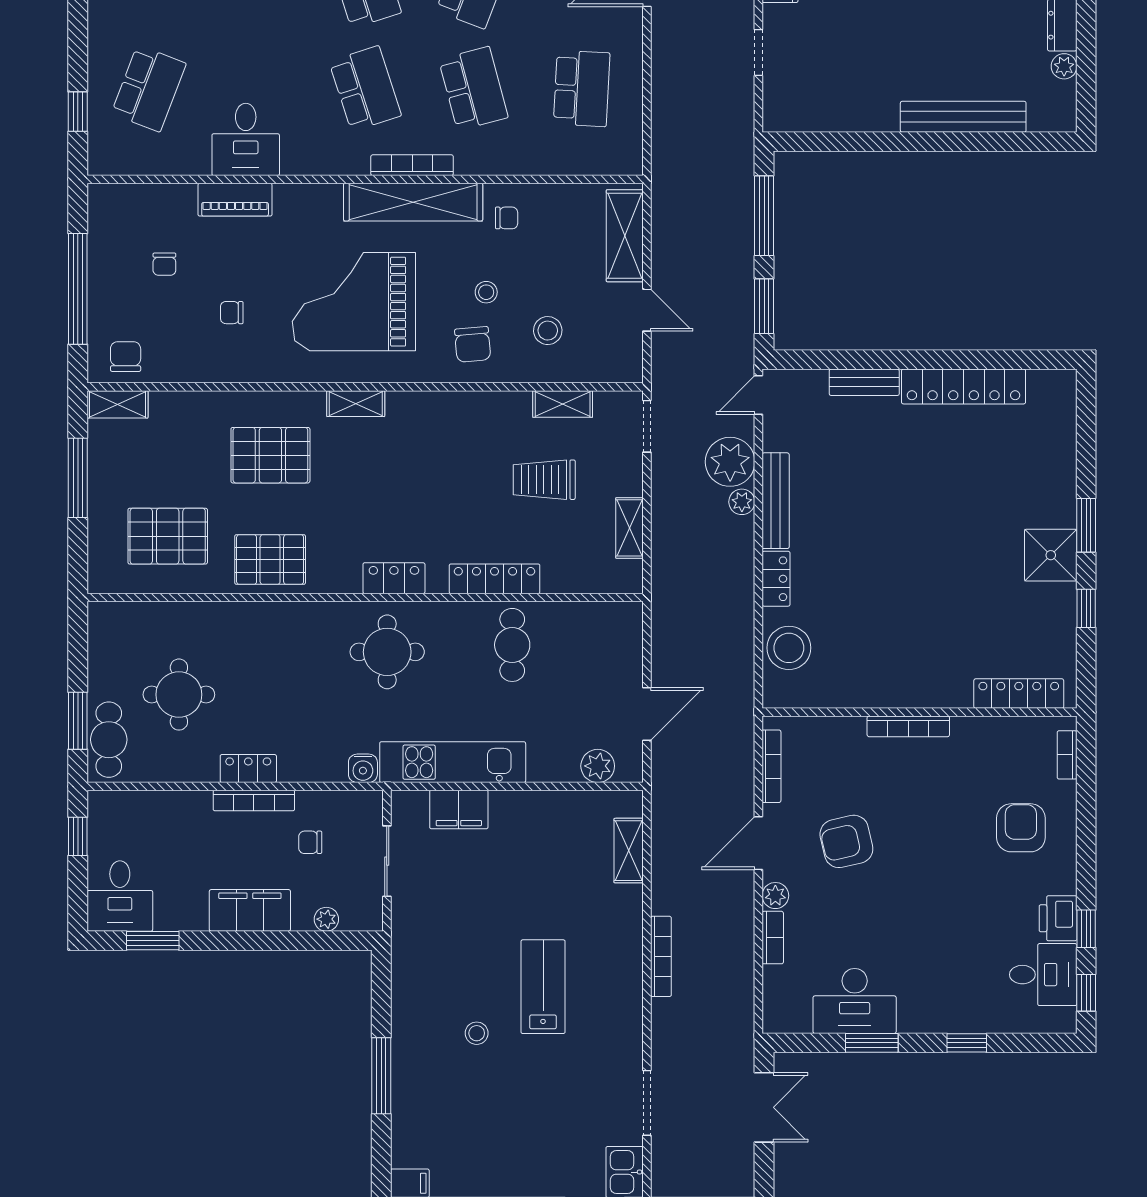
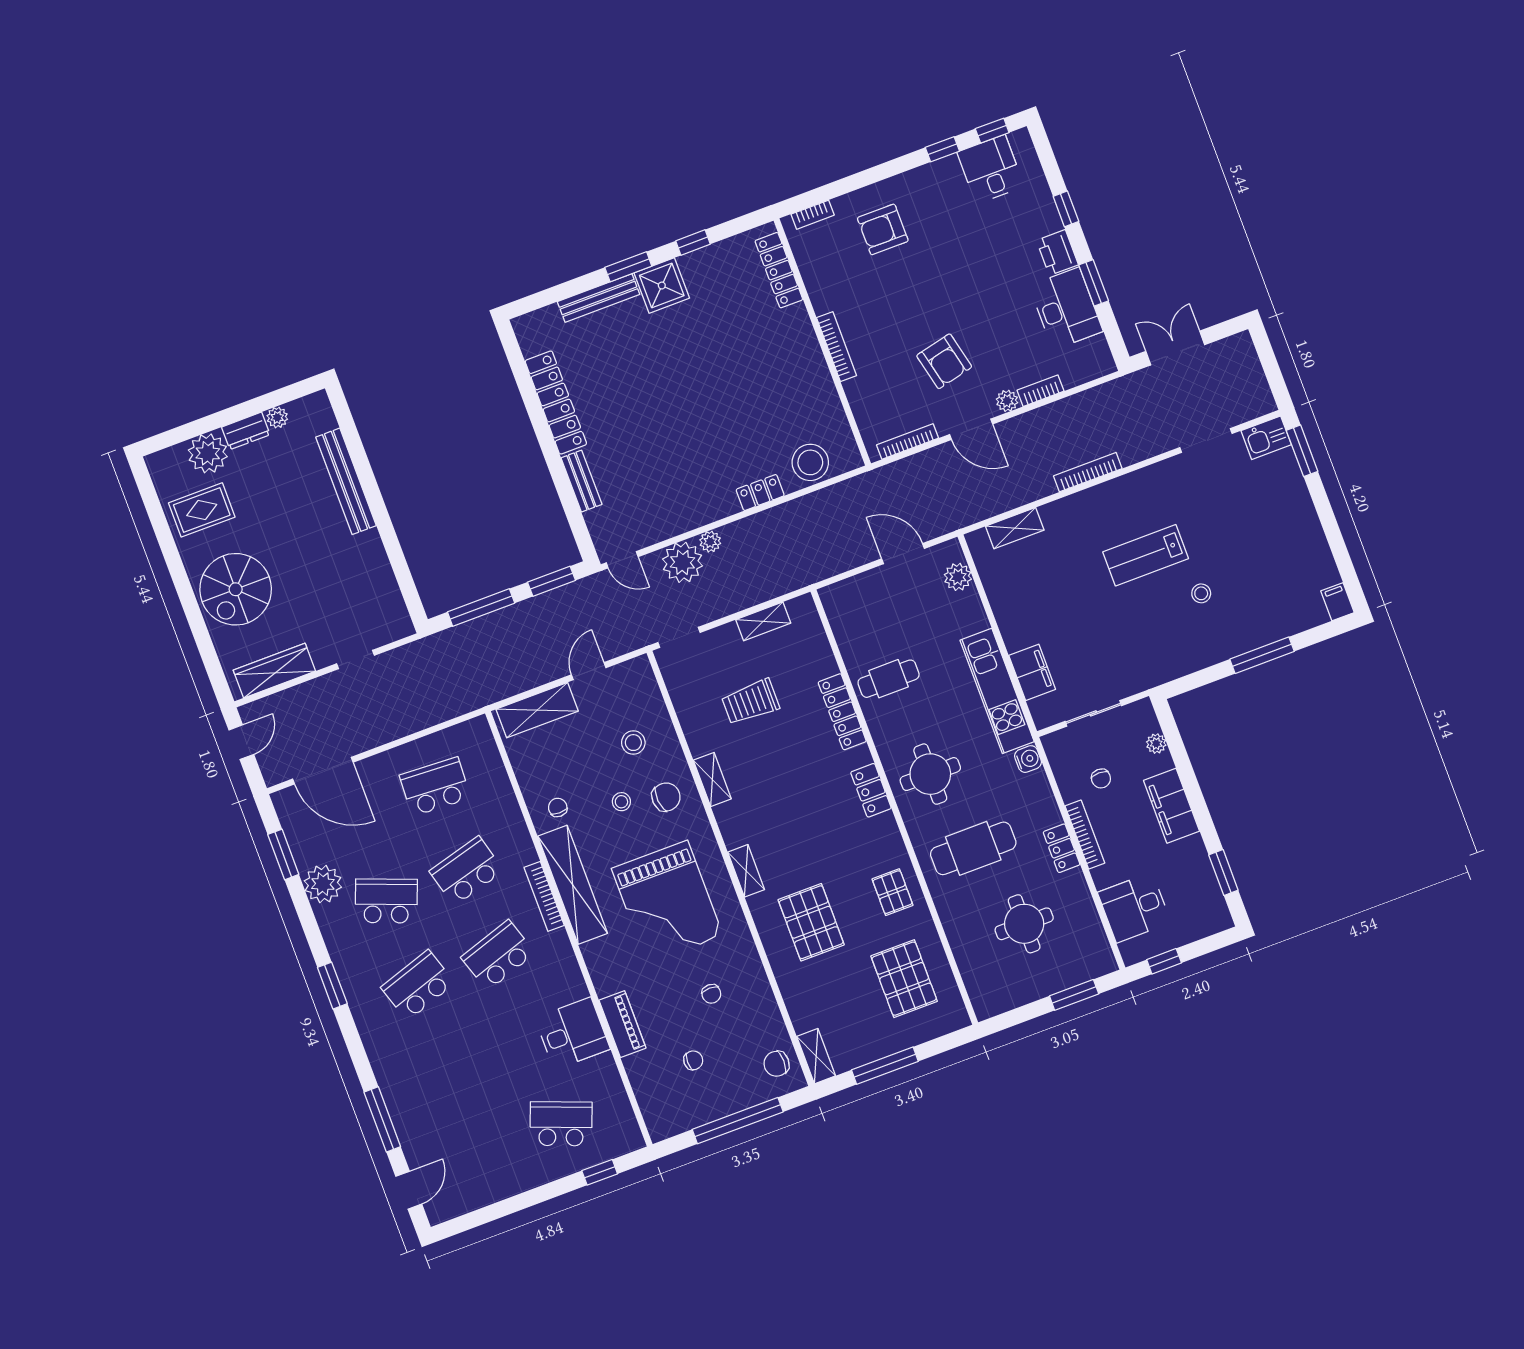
shelving: (563, 404) -> (712, 779), moved
trolley: (544, 480) -> (750, 702), turned 90
bench: (776, 501) -> (599, 298), moved
pallet: (270, 560) -> (892, 892), width x0.67, depth x0.71
cafe table: (109, 740) -> (973, 848), moved, width x1.37, depth x1.35
desk: (120, 896) -> (1134, 908), moved, turned 180
printer: (1058, 918) -> (1057, 253), moved, turned 90

